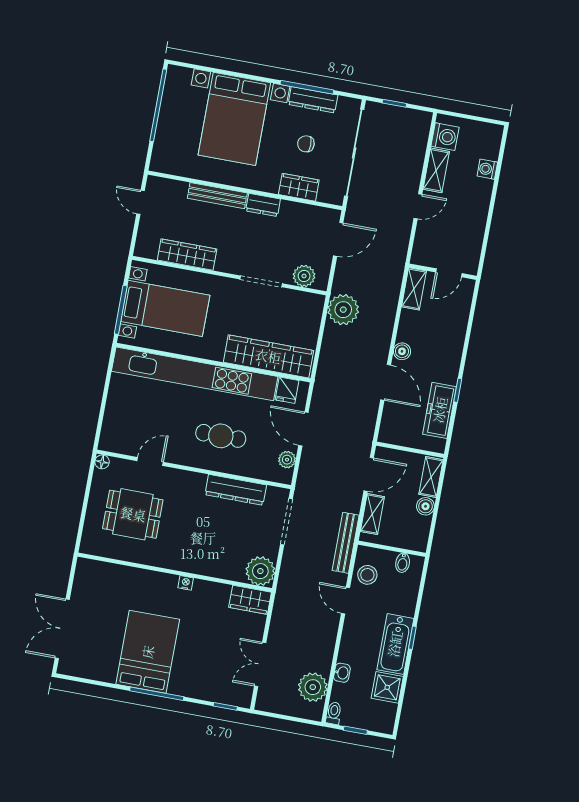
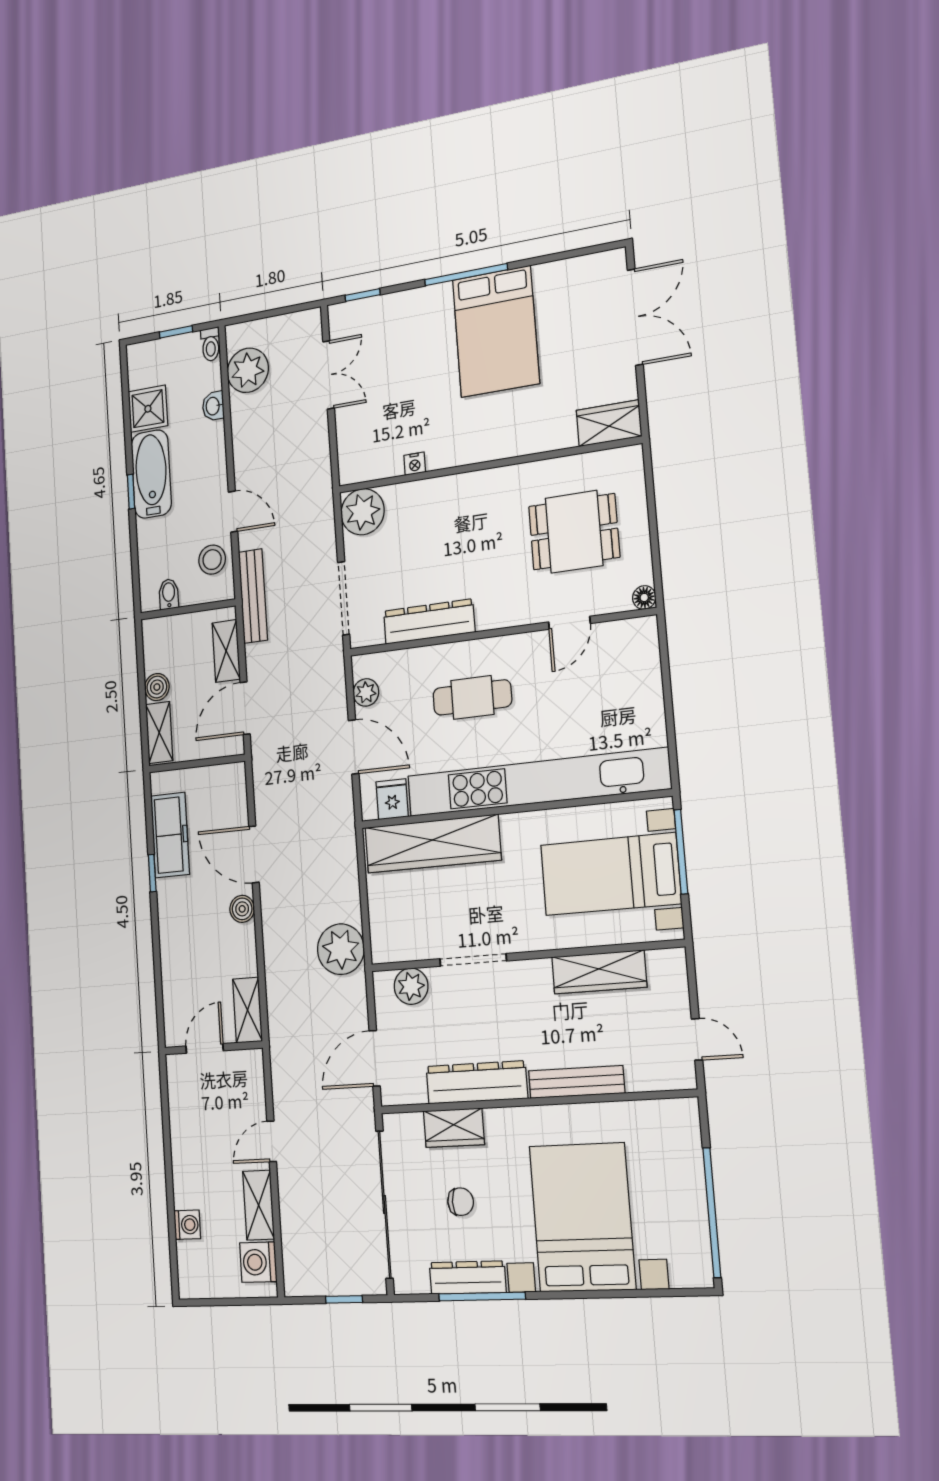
dresser: (263, 205) -> (477, 1082), width x1.96, depth x1.24
nightstand: (186, 583) -> (415, 464), moved
wardrobe: (250, 600) -> (609, 423), moved

